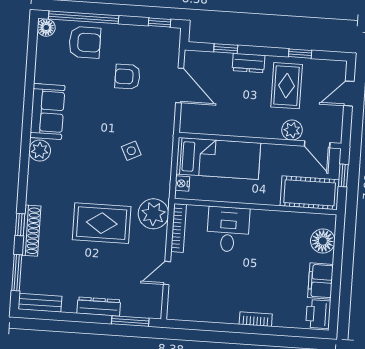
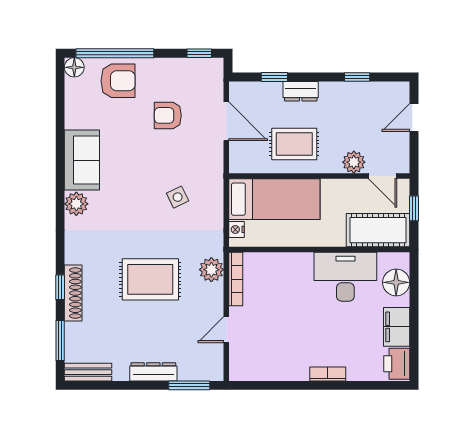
rug: (287, 86) -> (294, 144), moved, turned 90
plant: (153, 214) -> (211, 270), width x0.73, depth x0.73
desk: (228, 229) -> (345, 277), moved, width x1.37

